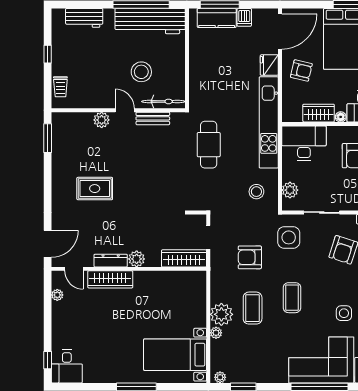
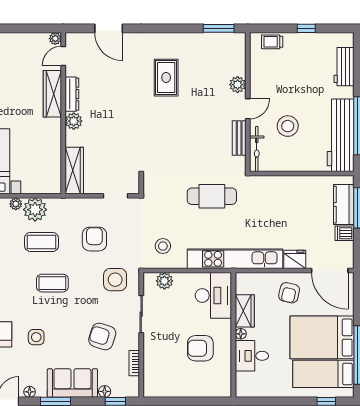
wardrobe: (184, 258) -> (74, 171), moved
plant: (137, 259) -> (74, 121), moved
dresser: (111, 261) -> (72, 94), moved
door: (74, 269) -> (63, 56), moved
wall: (129, 269) -> (63, 113), moved
wardrobe: (110, 279) -> (52, 94), moved

